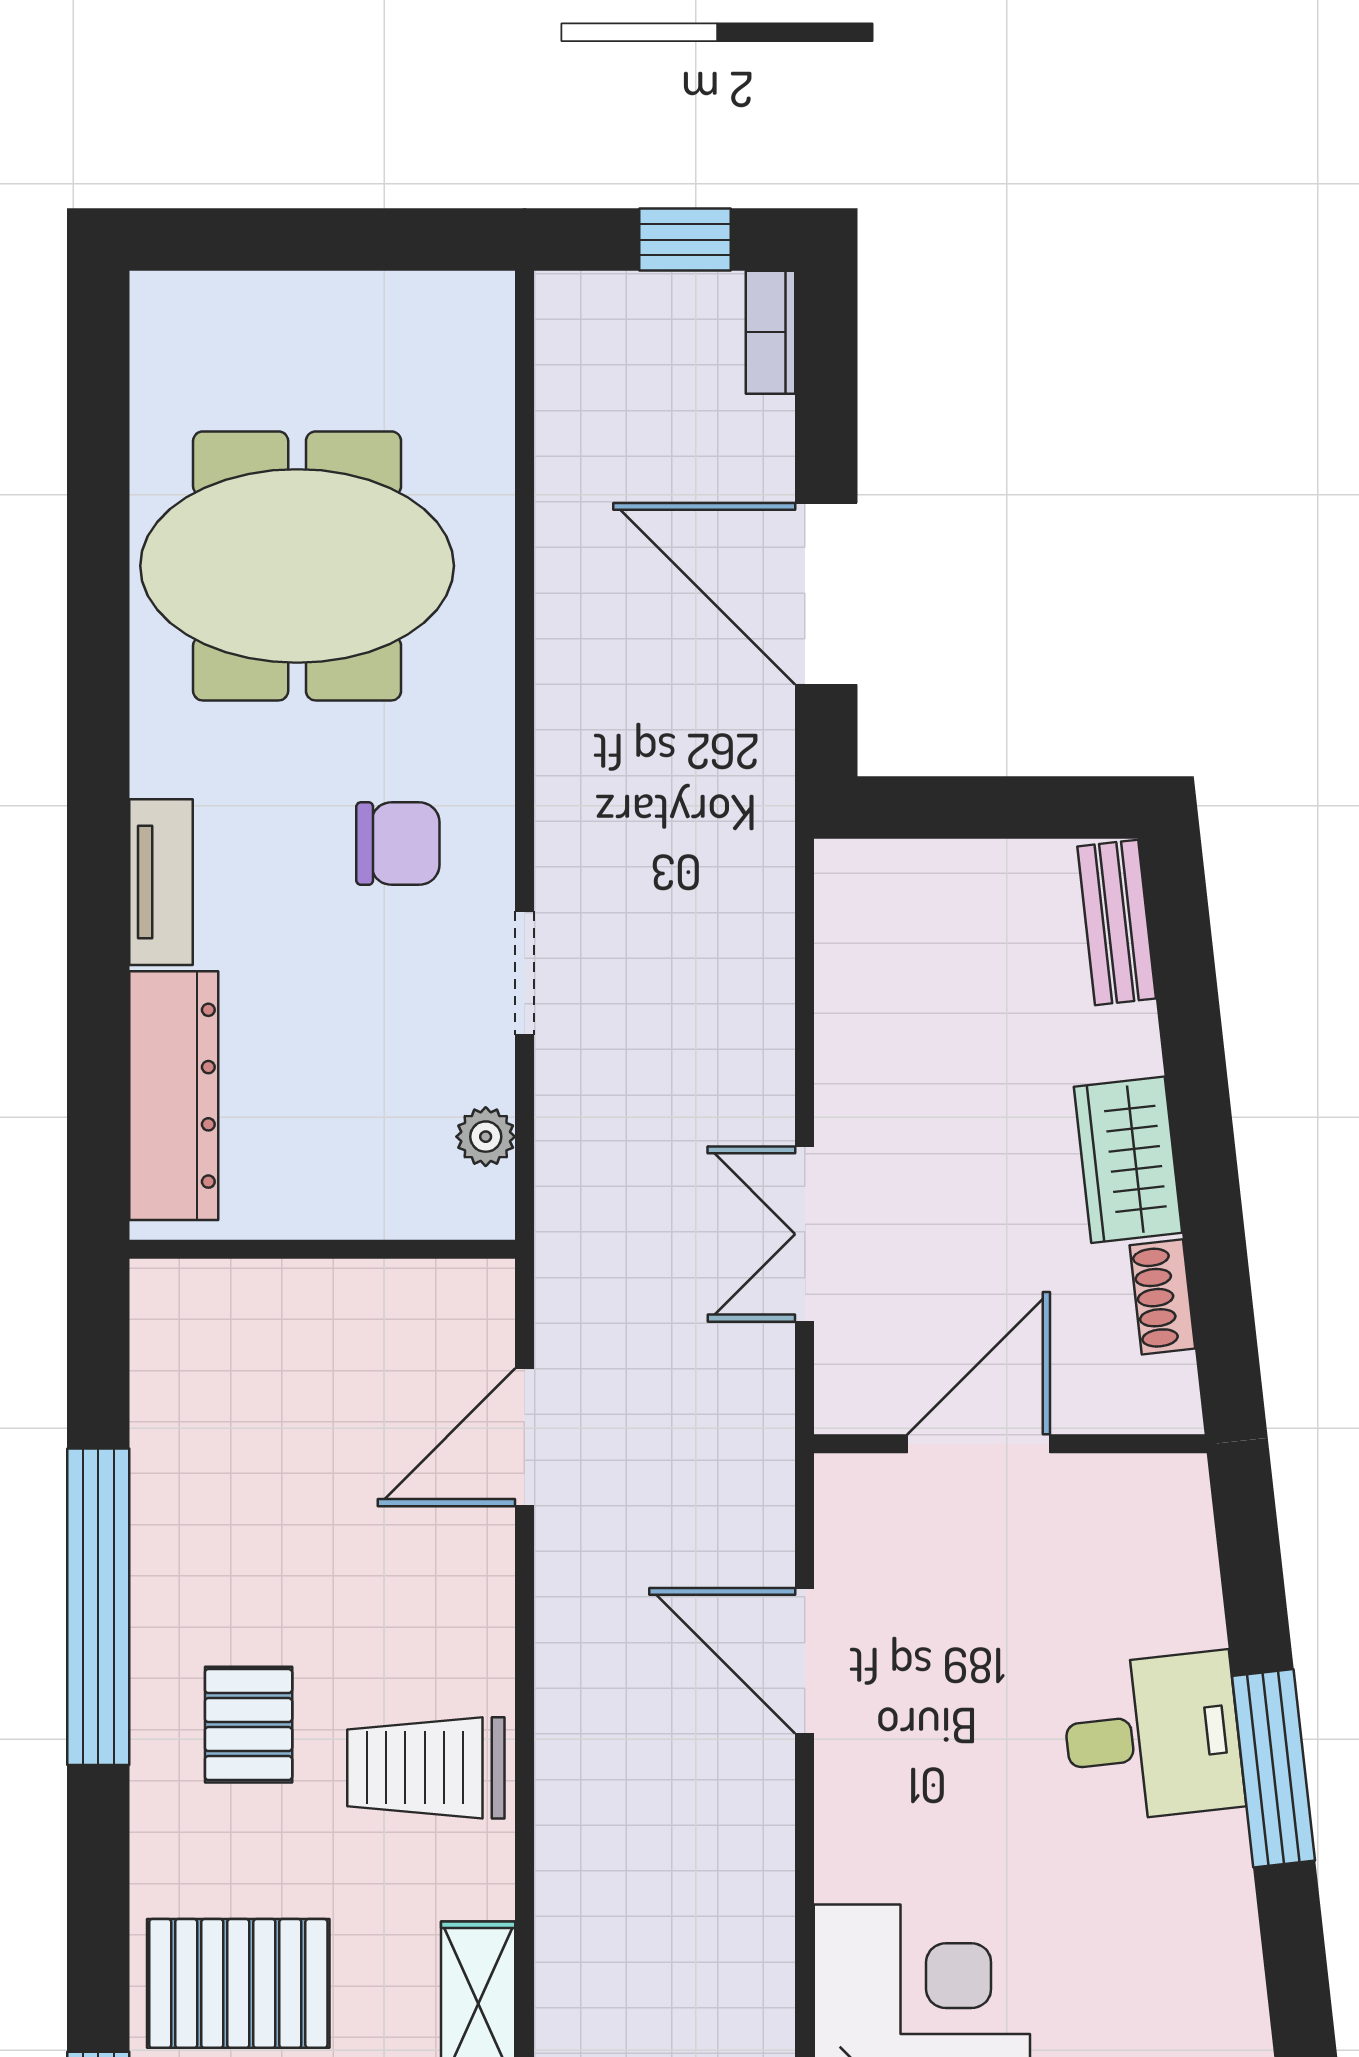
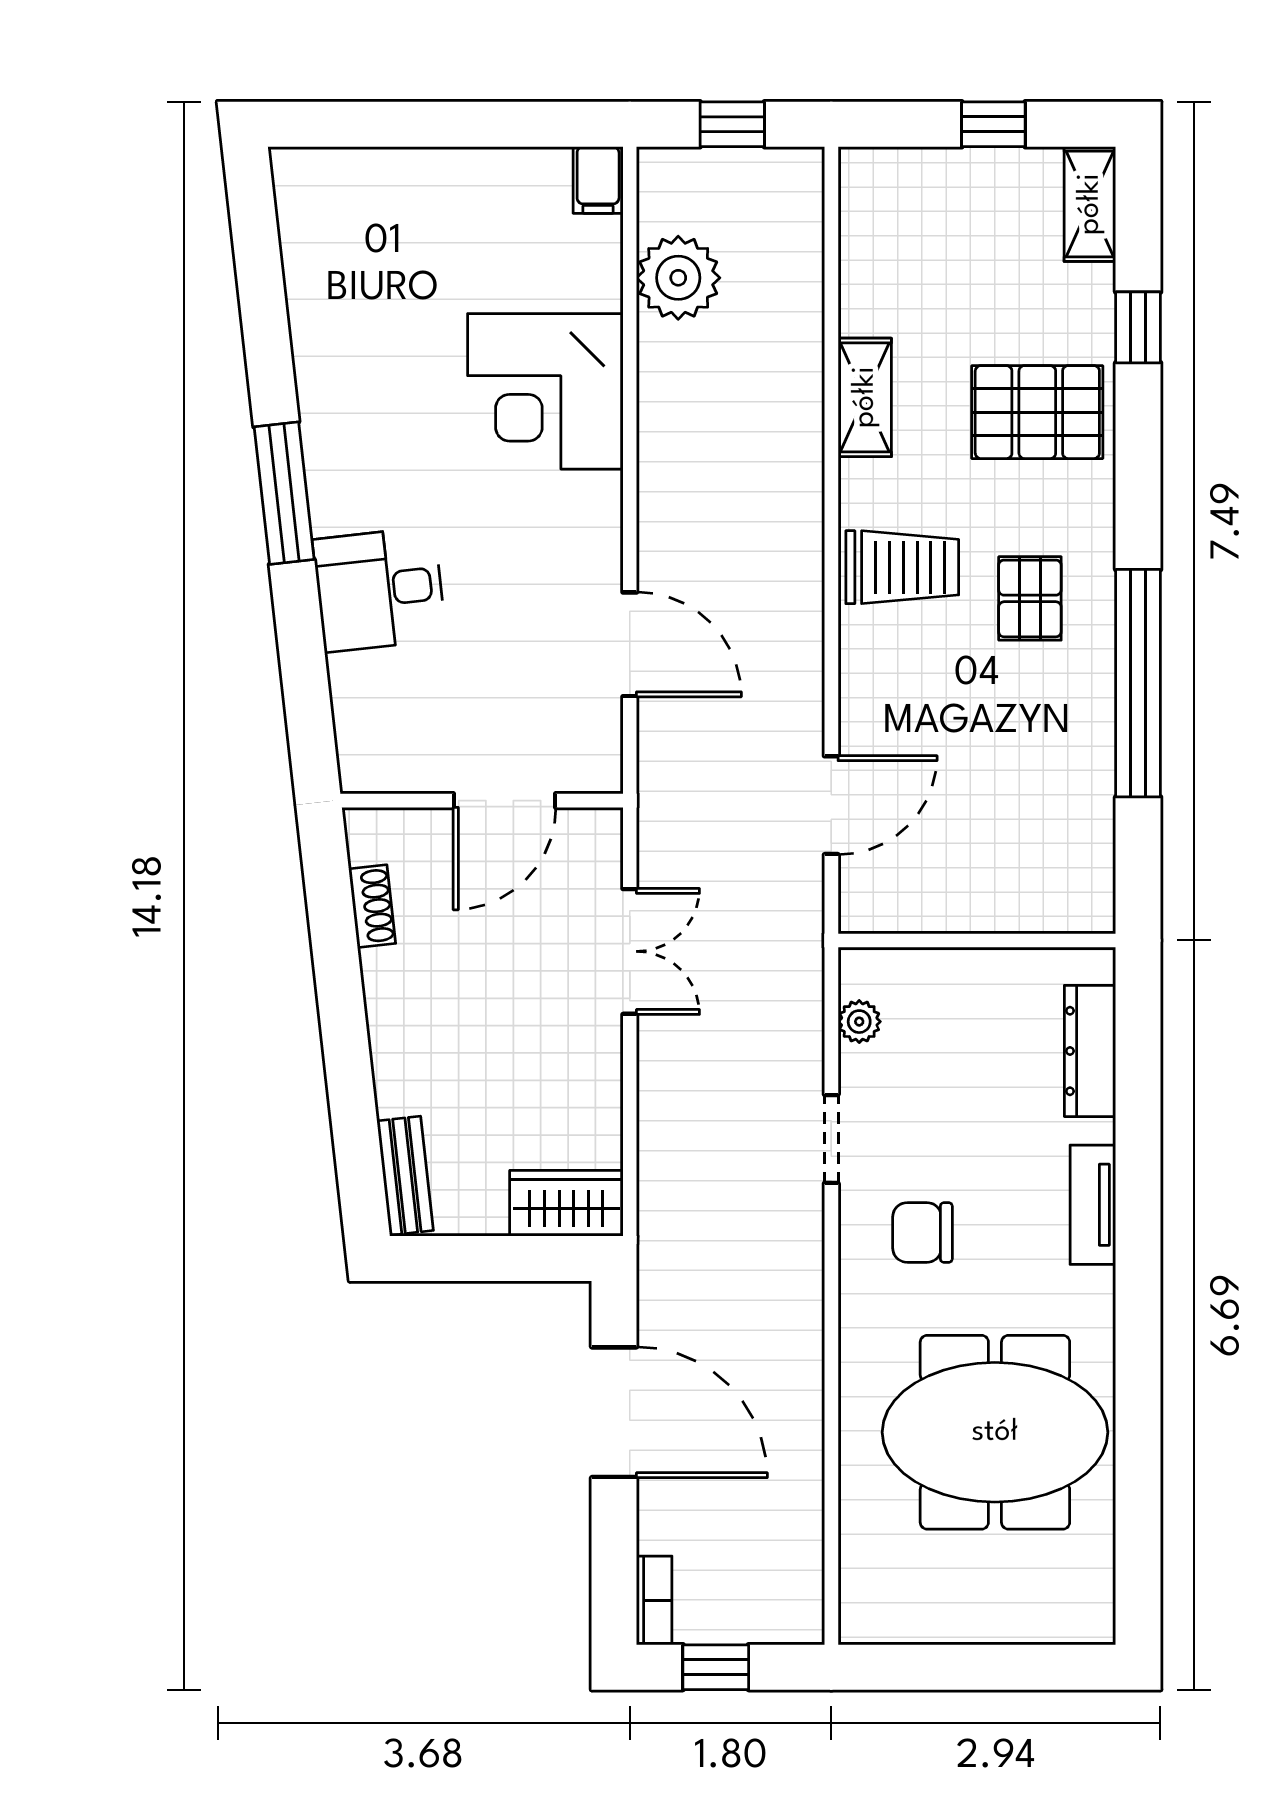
dresser: (174, 1096) -> (1090, 1051), width x0.73, depth x0.80
wardrobe: (1128, 1160) -> (566, 1203), moved, turned -84
window: (1273, 1768) -> (284, 493), moved

